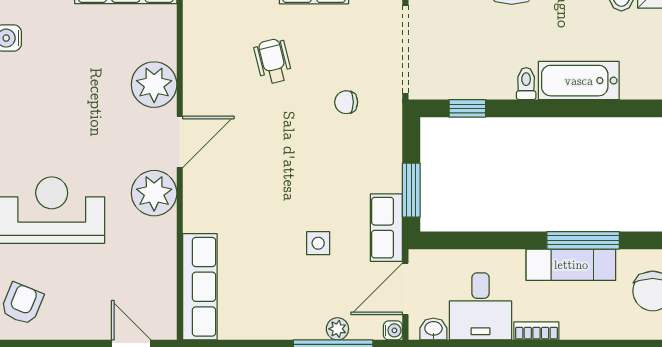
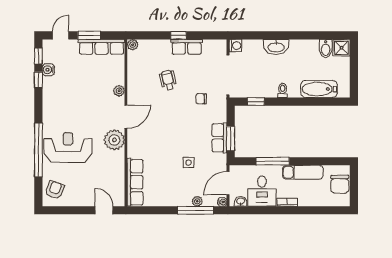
bathtub: (579, 81) -> (319, 89), moved
plant: (154, 85) -> (119, 91), width x0.53, depth x0.53
row of seats: (386, 228) -> (219, 138), moved
window: (583, 240) -> (273, 161), moved

